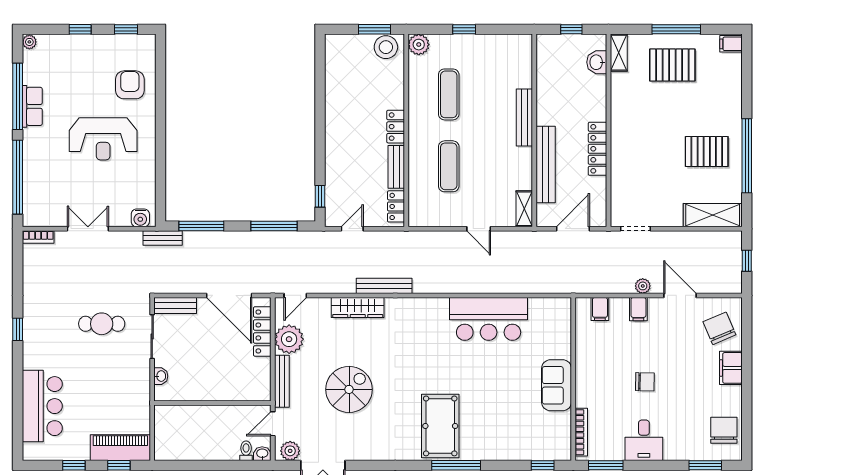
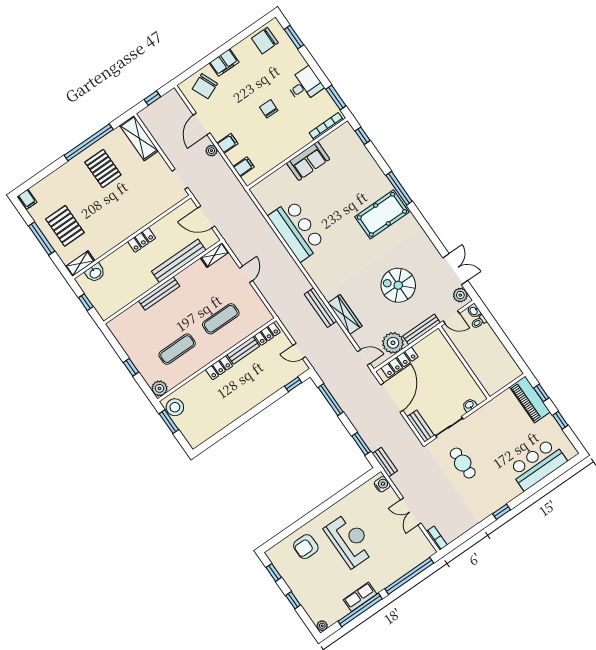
locker: (598, 149) -> (142, 240), width x0.66
window: (201, 226) -> (361, 444), width x0.69

